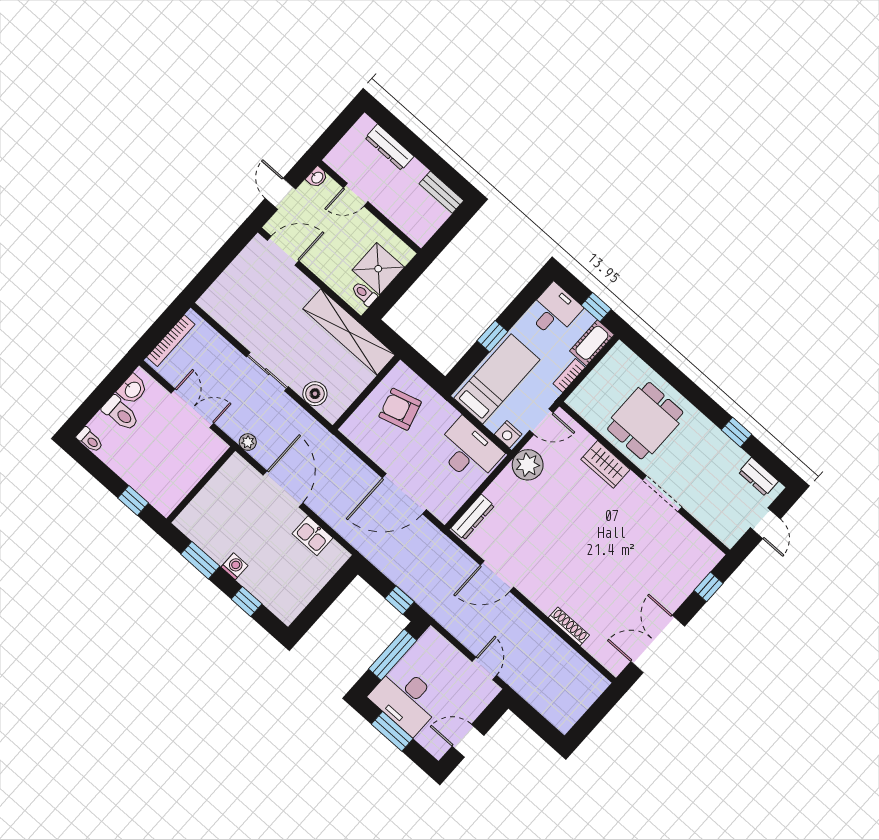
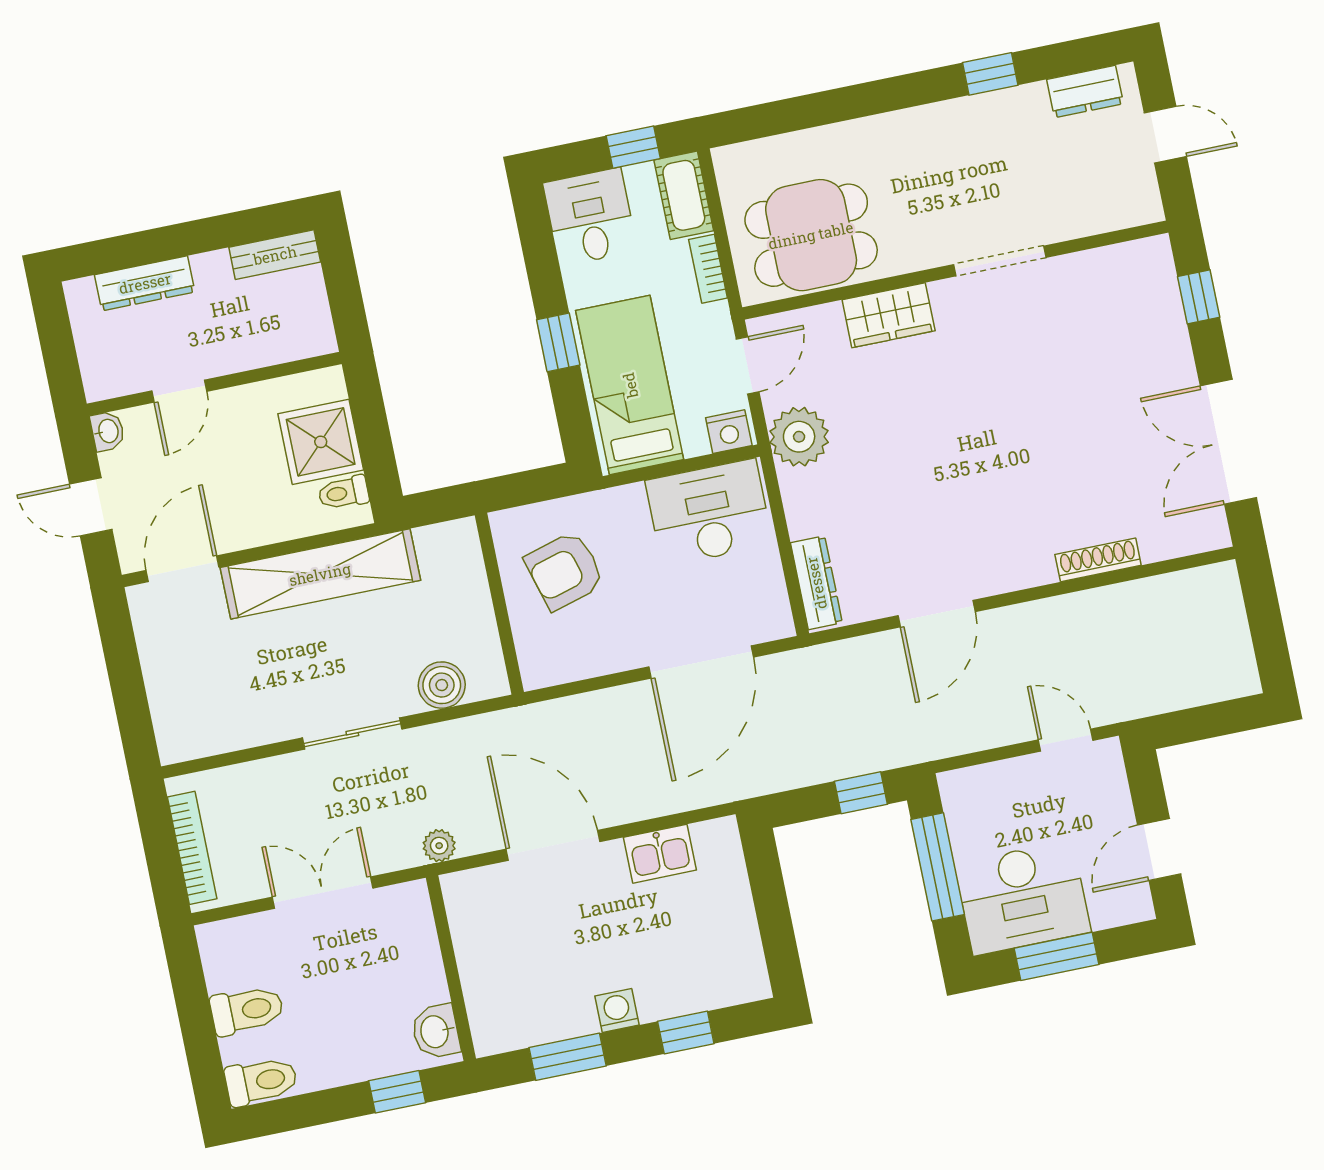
shelving: (349, 332) -> (320, 574), moved
washbasin: (132, 389) -> (436, 1031), moved, turned 180
dining table: (645, 421) -> (811, 235), moved, turned 90
toilet: (90, 440) -> (261, 1081), width x1.37, depth x1.39

